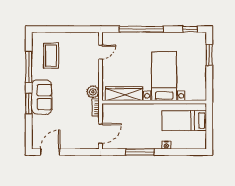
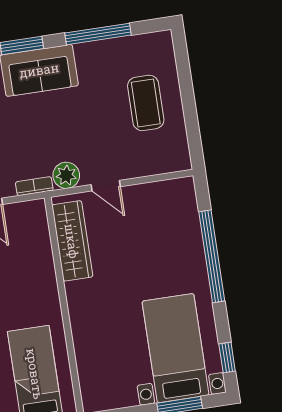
door: (101, 52) -> (106, 186), moved
coffee table: (51, 56) -> (146, 103), moved, turned 90
bed with nightstands: (164, 76) -> (176, 348), moved, turned -90

